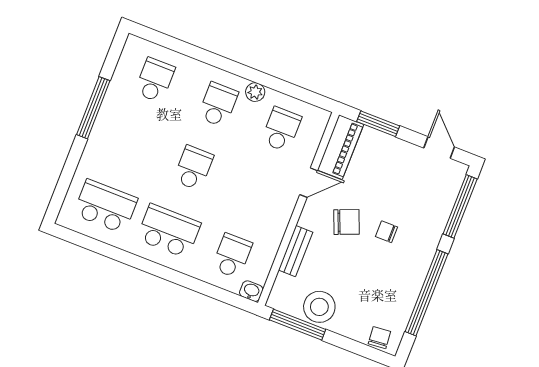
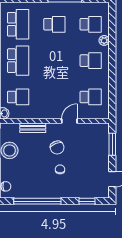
plant: (255, 92) -> (104, 40), moved
piano: (341, 147) -> (93, 130), removed
school desk: (193, 168) -> (54, 24), moved
door: (309, 183) -> (69, 121), swing flipped
window: (460, 206) -> (87, 201), width x0.46

